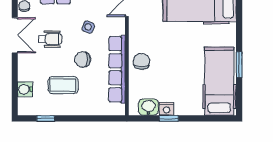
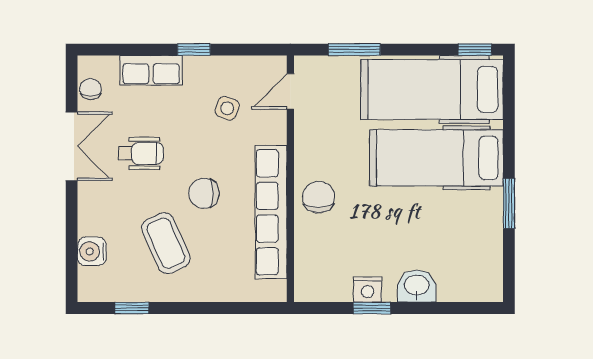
side table: (88, 27) -> (227, 108), moved
hospital bed: (219, 81) -> (436, 158), moved, turned -90
coffee table: (63, 85) -> (166, 243), turned 66
washbasin: (148, 107) -> (417, 286), moved

